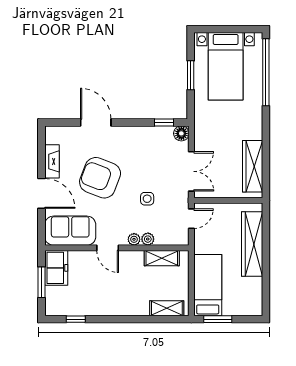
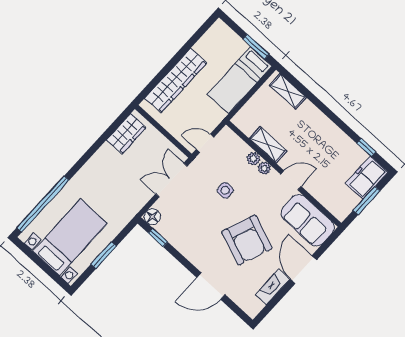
door: (96, 123) -> (211, 286), hinge flipped
wardrobe: (253, 166) -> (126, 134), width x0.67
door: (108, 248) -> (291, 180), hinge flipped
shelving: (162, 258) -> (268, 145), moved
freezer: (56, 268) -> (367, 178), moved

